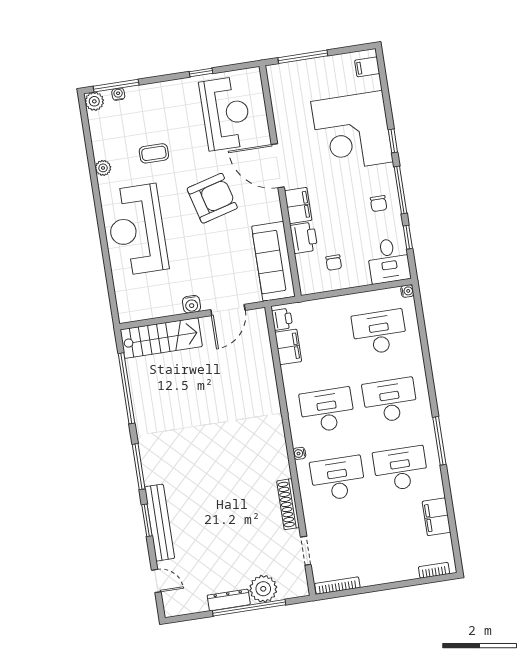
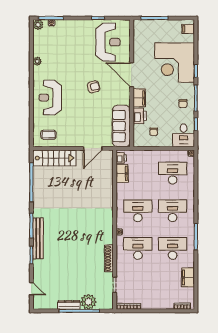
coffee table: (154, 153) -> (49, 135), moved
armchair: (212, 198) -> (94, 87), width x0.53, depth x0.53
reception desk: (137, 230) -> (50, 98), width x0.74, depth x0.77
water cooler: (191, 304) -> (73, 142), removed
bench: (160, 523) -> (38, 238), moved

